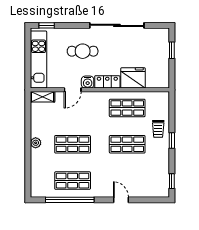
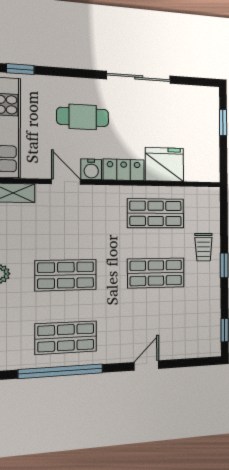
sliding door: (117, 25) -> (139, 77), width x0.73
door: (73, 90) -> (66, 182), swing flipped
door: (121, 200) -> (146, 365), hinge flipped

